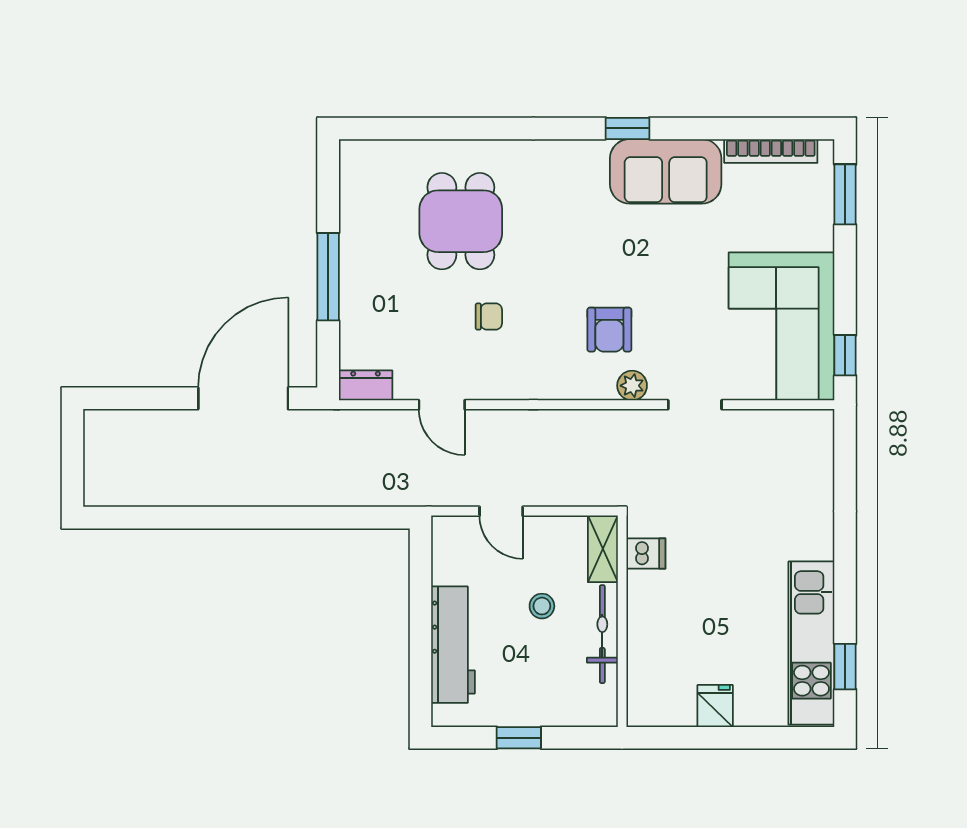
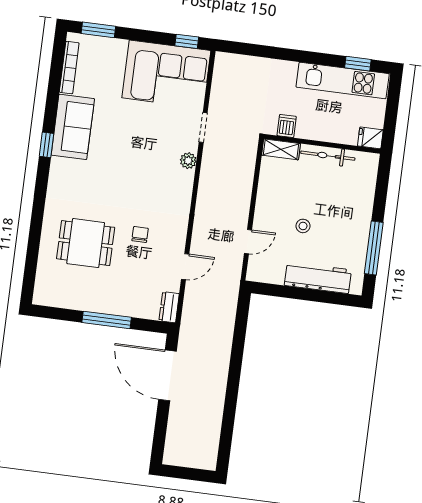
armchair: (609, 330) -> (156, 169), removed
shelving: (603, 549) -> (281, 149), moved
dishwasher: (646, 553) -> (287, 126), moved
wall: (622, 621) -> (322, 144), moved
bicycle: (602, 634) -> (328, 156), moved
window: (519, 738) -> (374, 248), width x2.17

